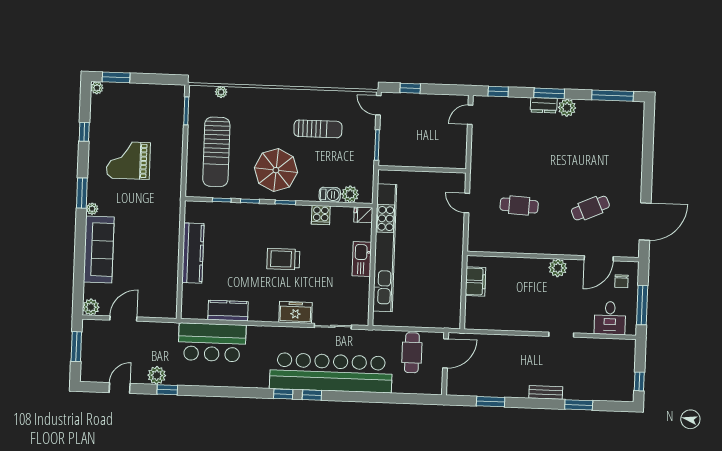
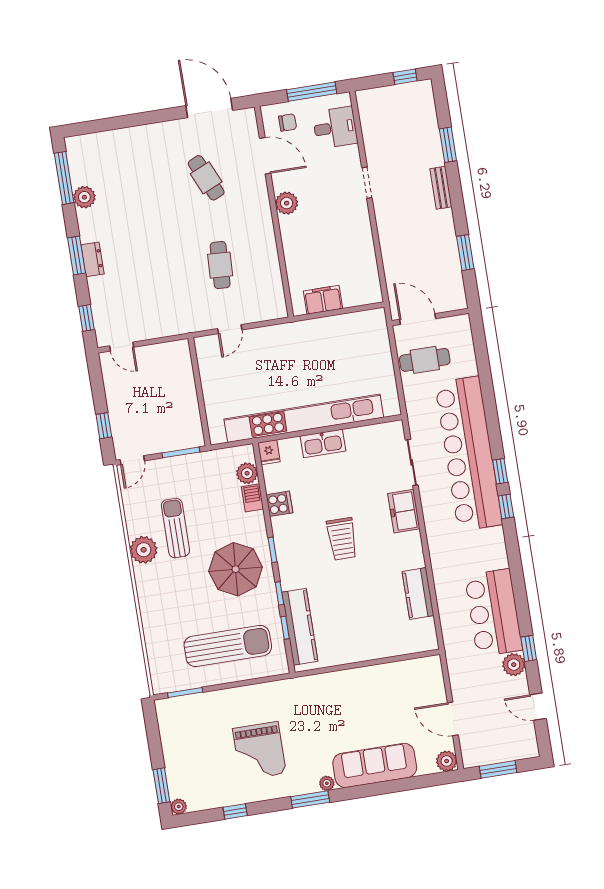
plant: (221, 92) -> (144, 550), moved, width x1.88, depth x1.88
plant: (567, 108) -> (84, 197), moved
kitchen counter: (193, 253) -> (300, 627), moved, turned 90
bar counter: (212, 342) -> (494, 613), moved, turned 180

